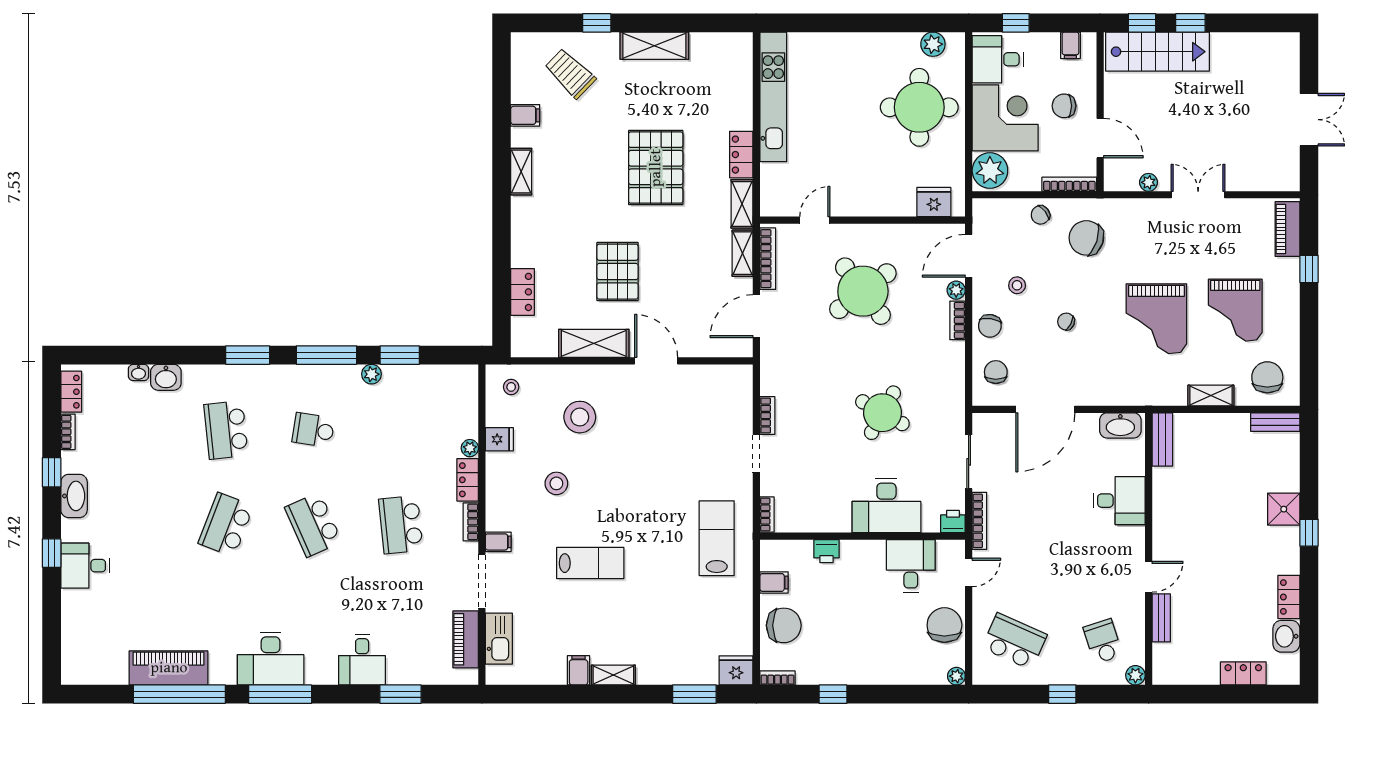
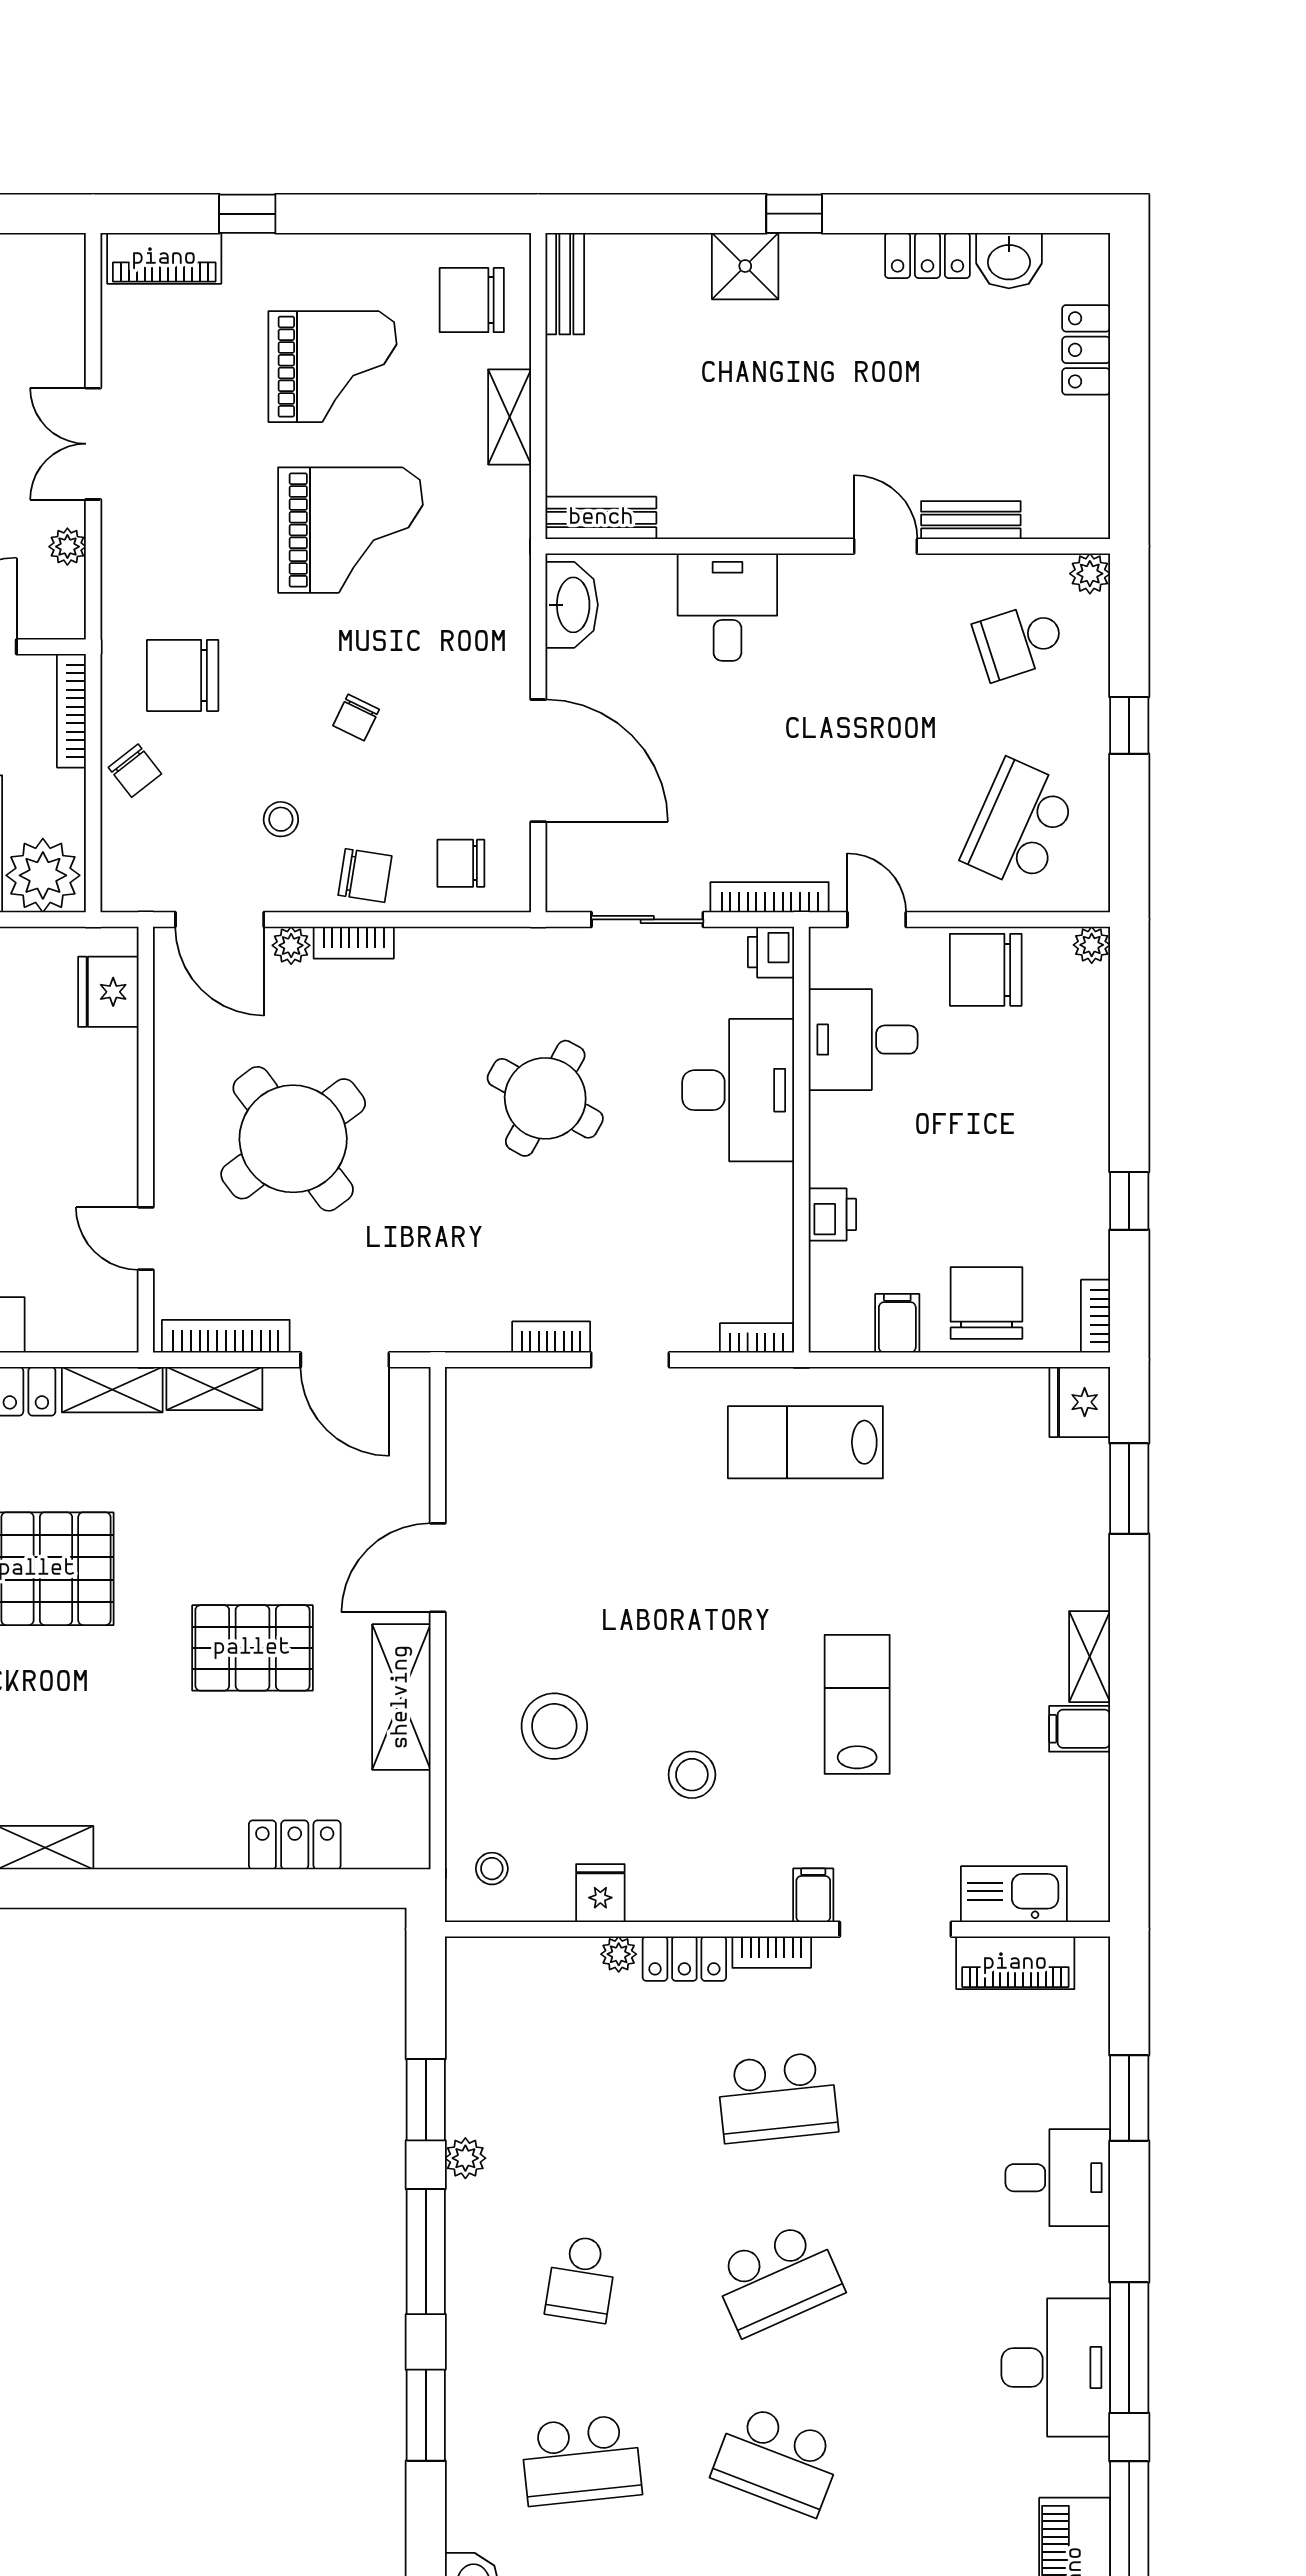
chair: (1086, 238) -> (183, 675), turned 72

